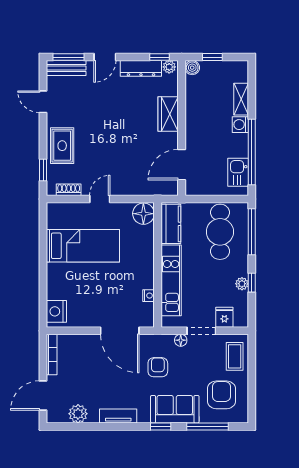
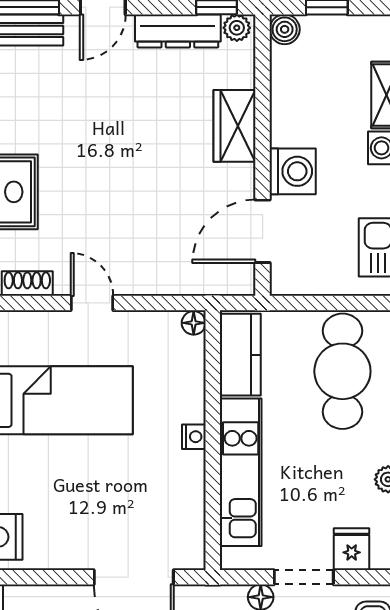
washing machine: (196, 136) -> (293, 171), added
door: (100, 199) -> (92, 303), hinge flipped
floor lamp: (143, 214) -> (194, 323), width x0.53, depth x0.53
nightstand: (149, 296) -> (194, 437), moved

